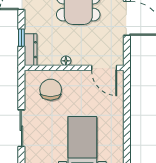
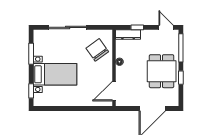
chair: (51, 90) -> (97, 50), turned -126
sliding door: (21, 128) -> (68, 27), width x1.37

